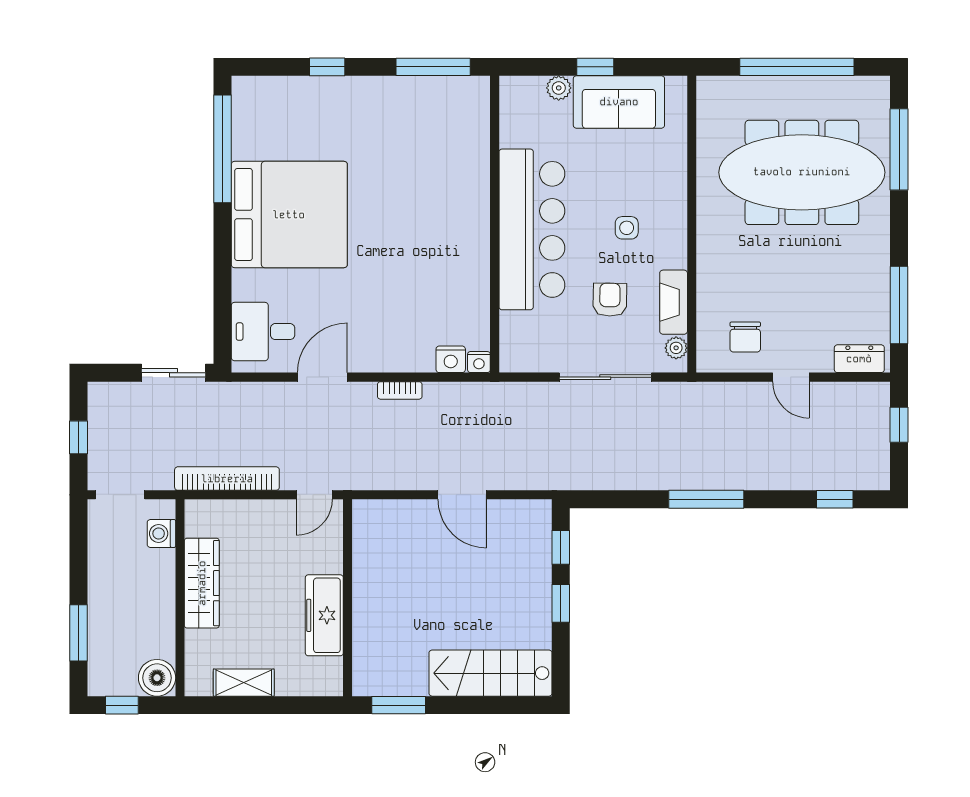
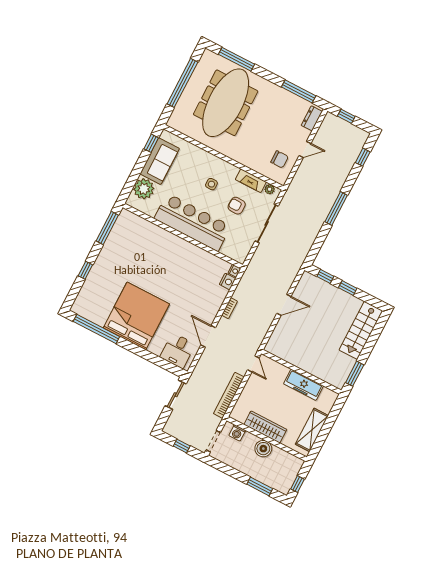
window: (595, 67) -> (151, 143), moved
plant: (559, 88) -> (144, 189), width x1.88, depth x1.88
boiler: (157, 678) -> (263, 449), moved
shelving: (244, 683) -> (312, 430), width x1.50, depth x1.33

